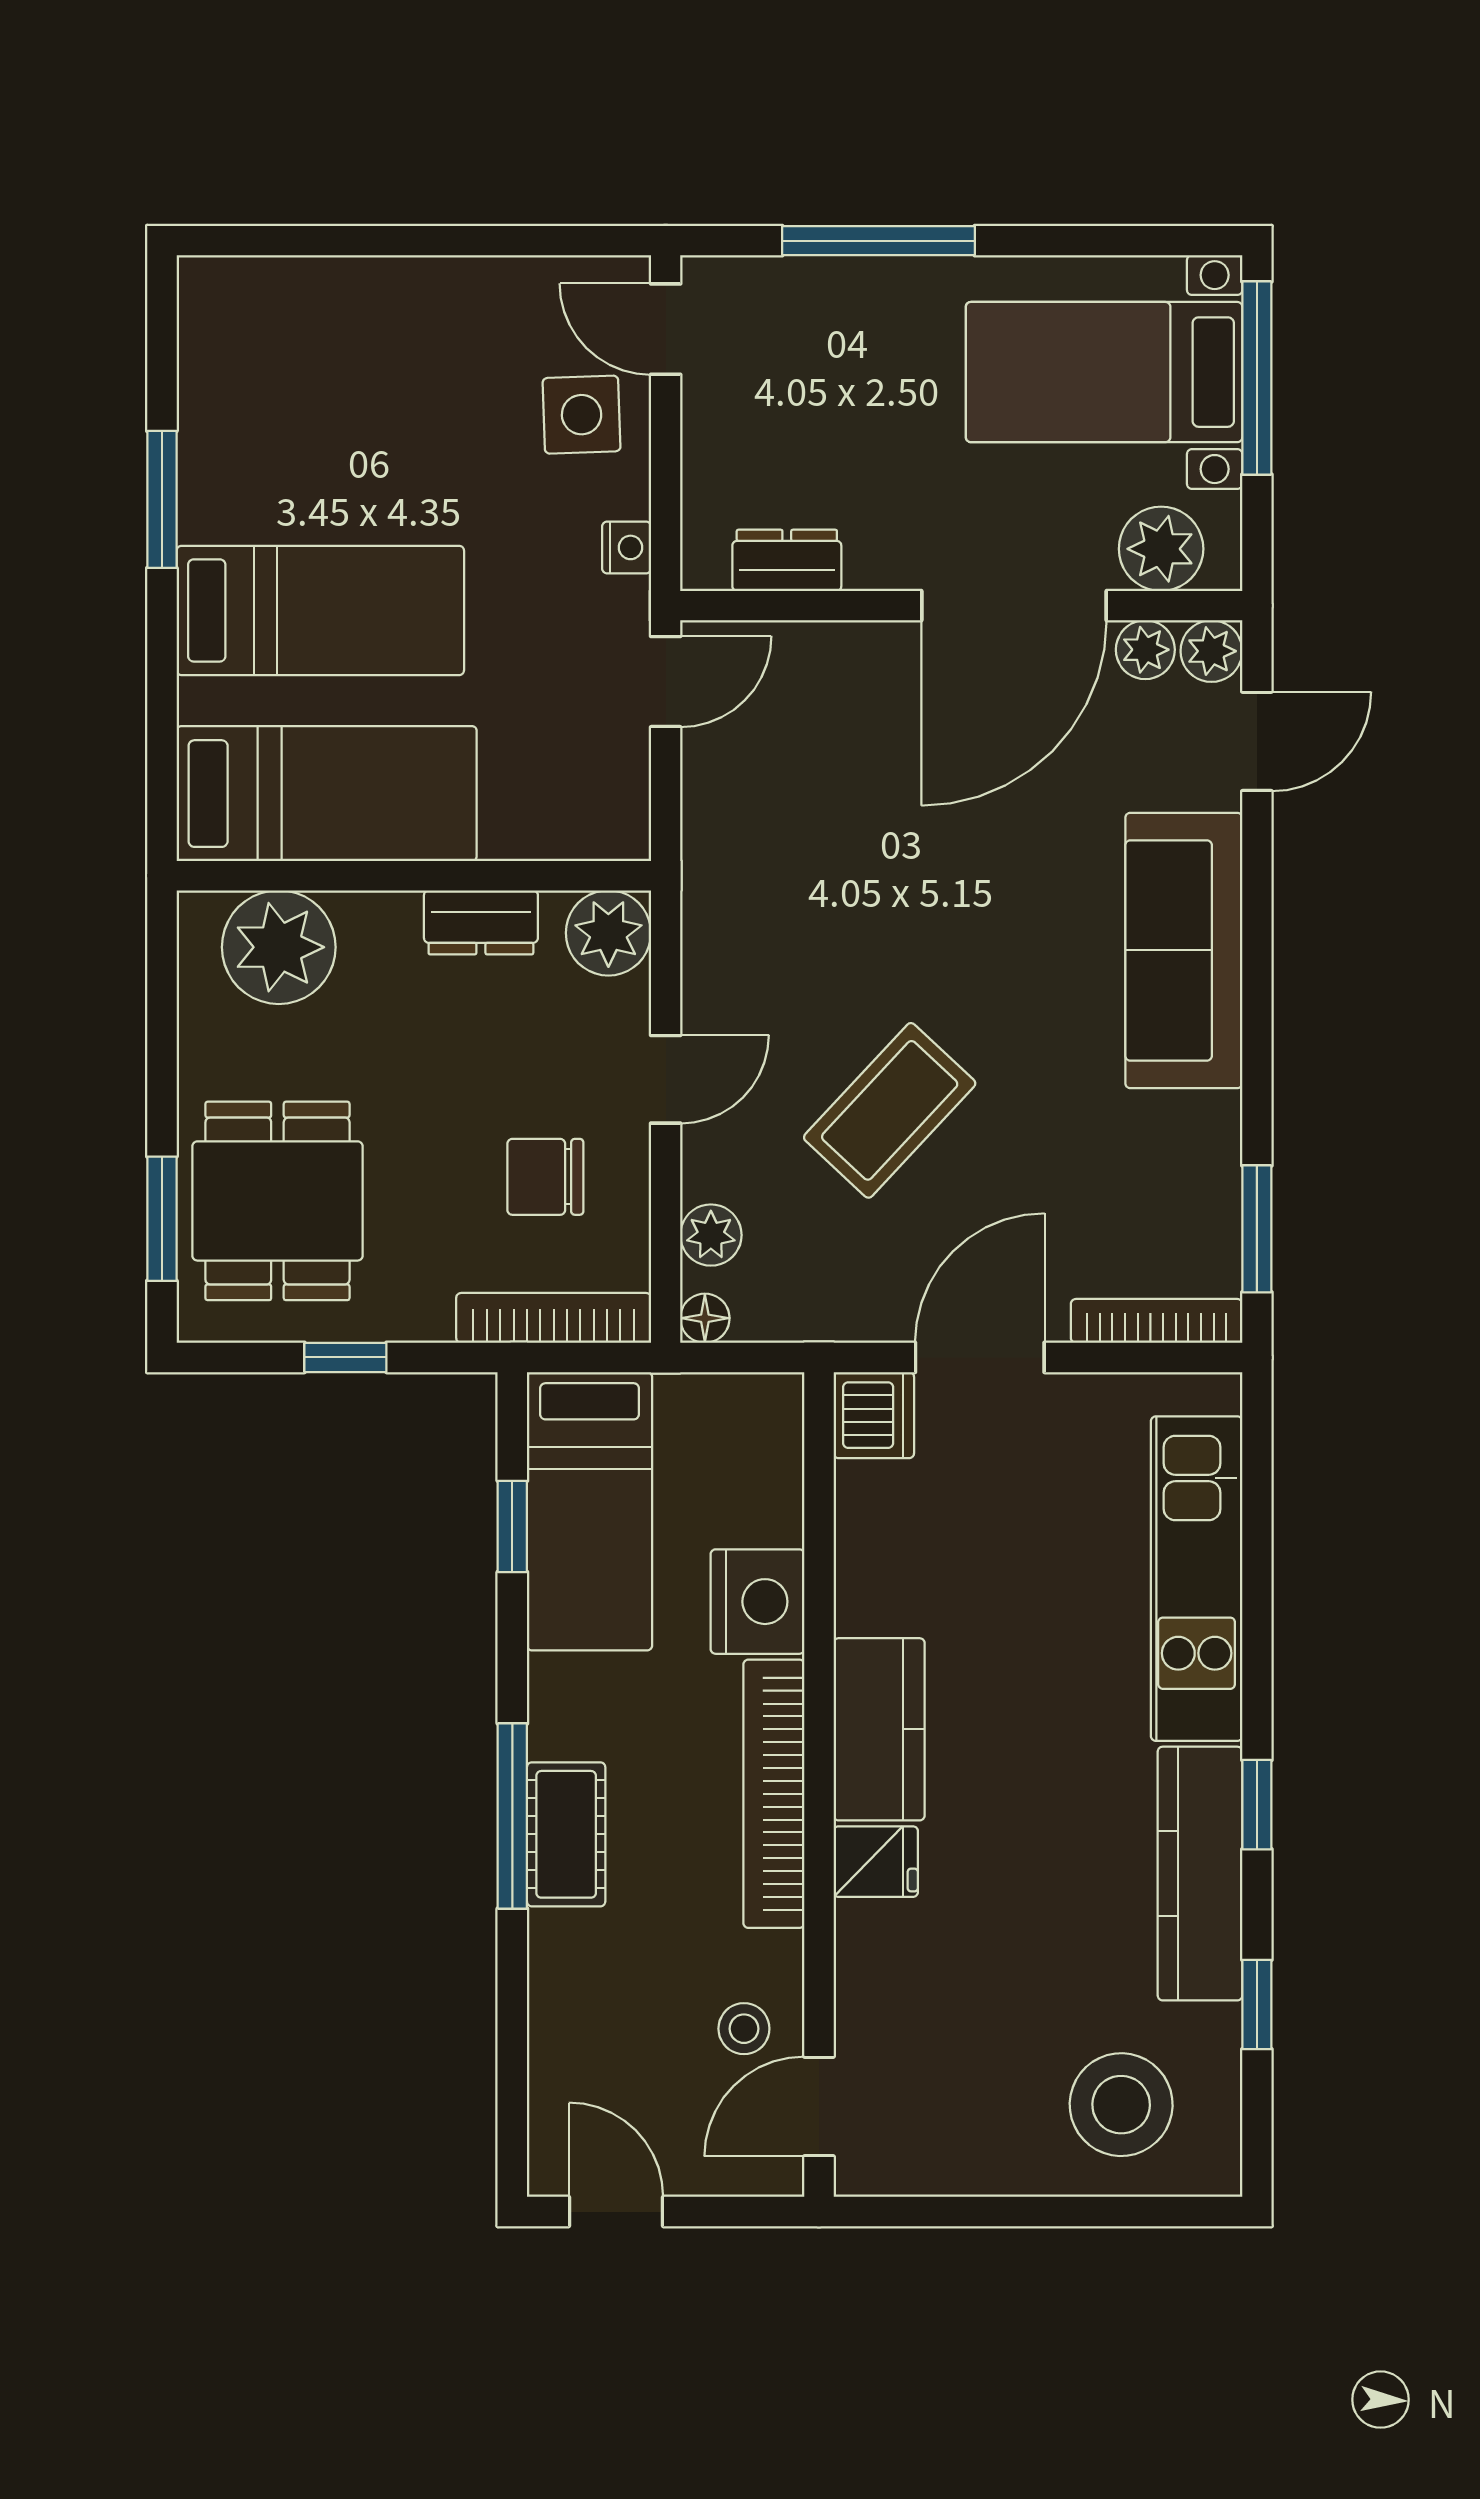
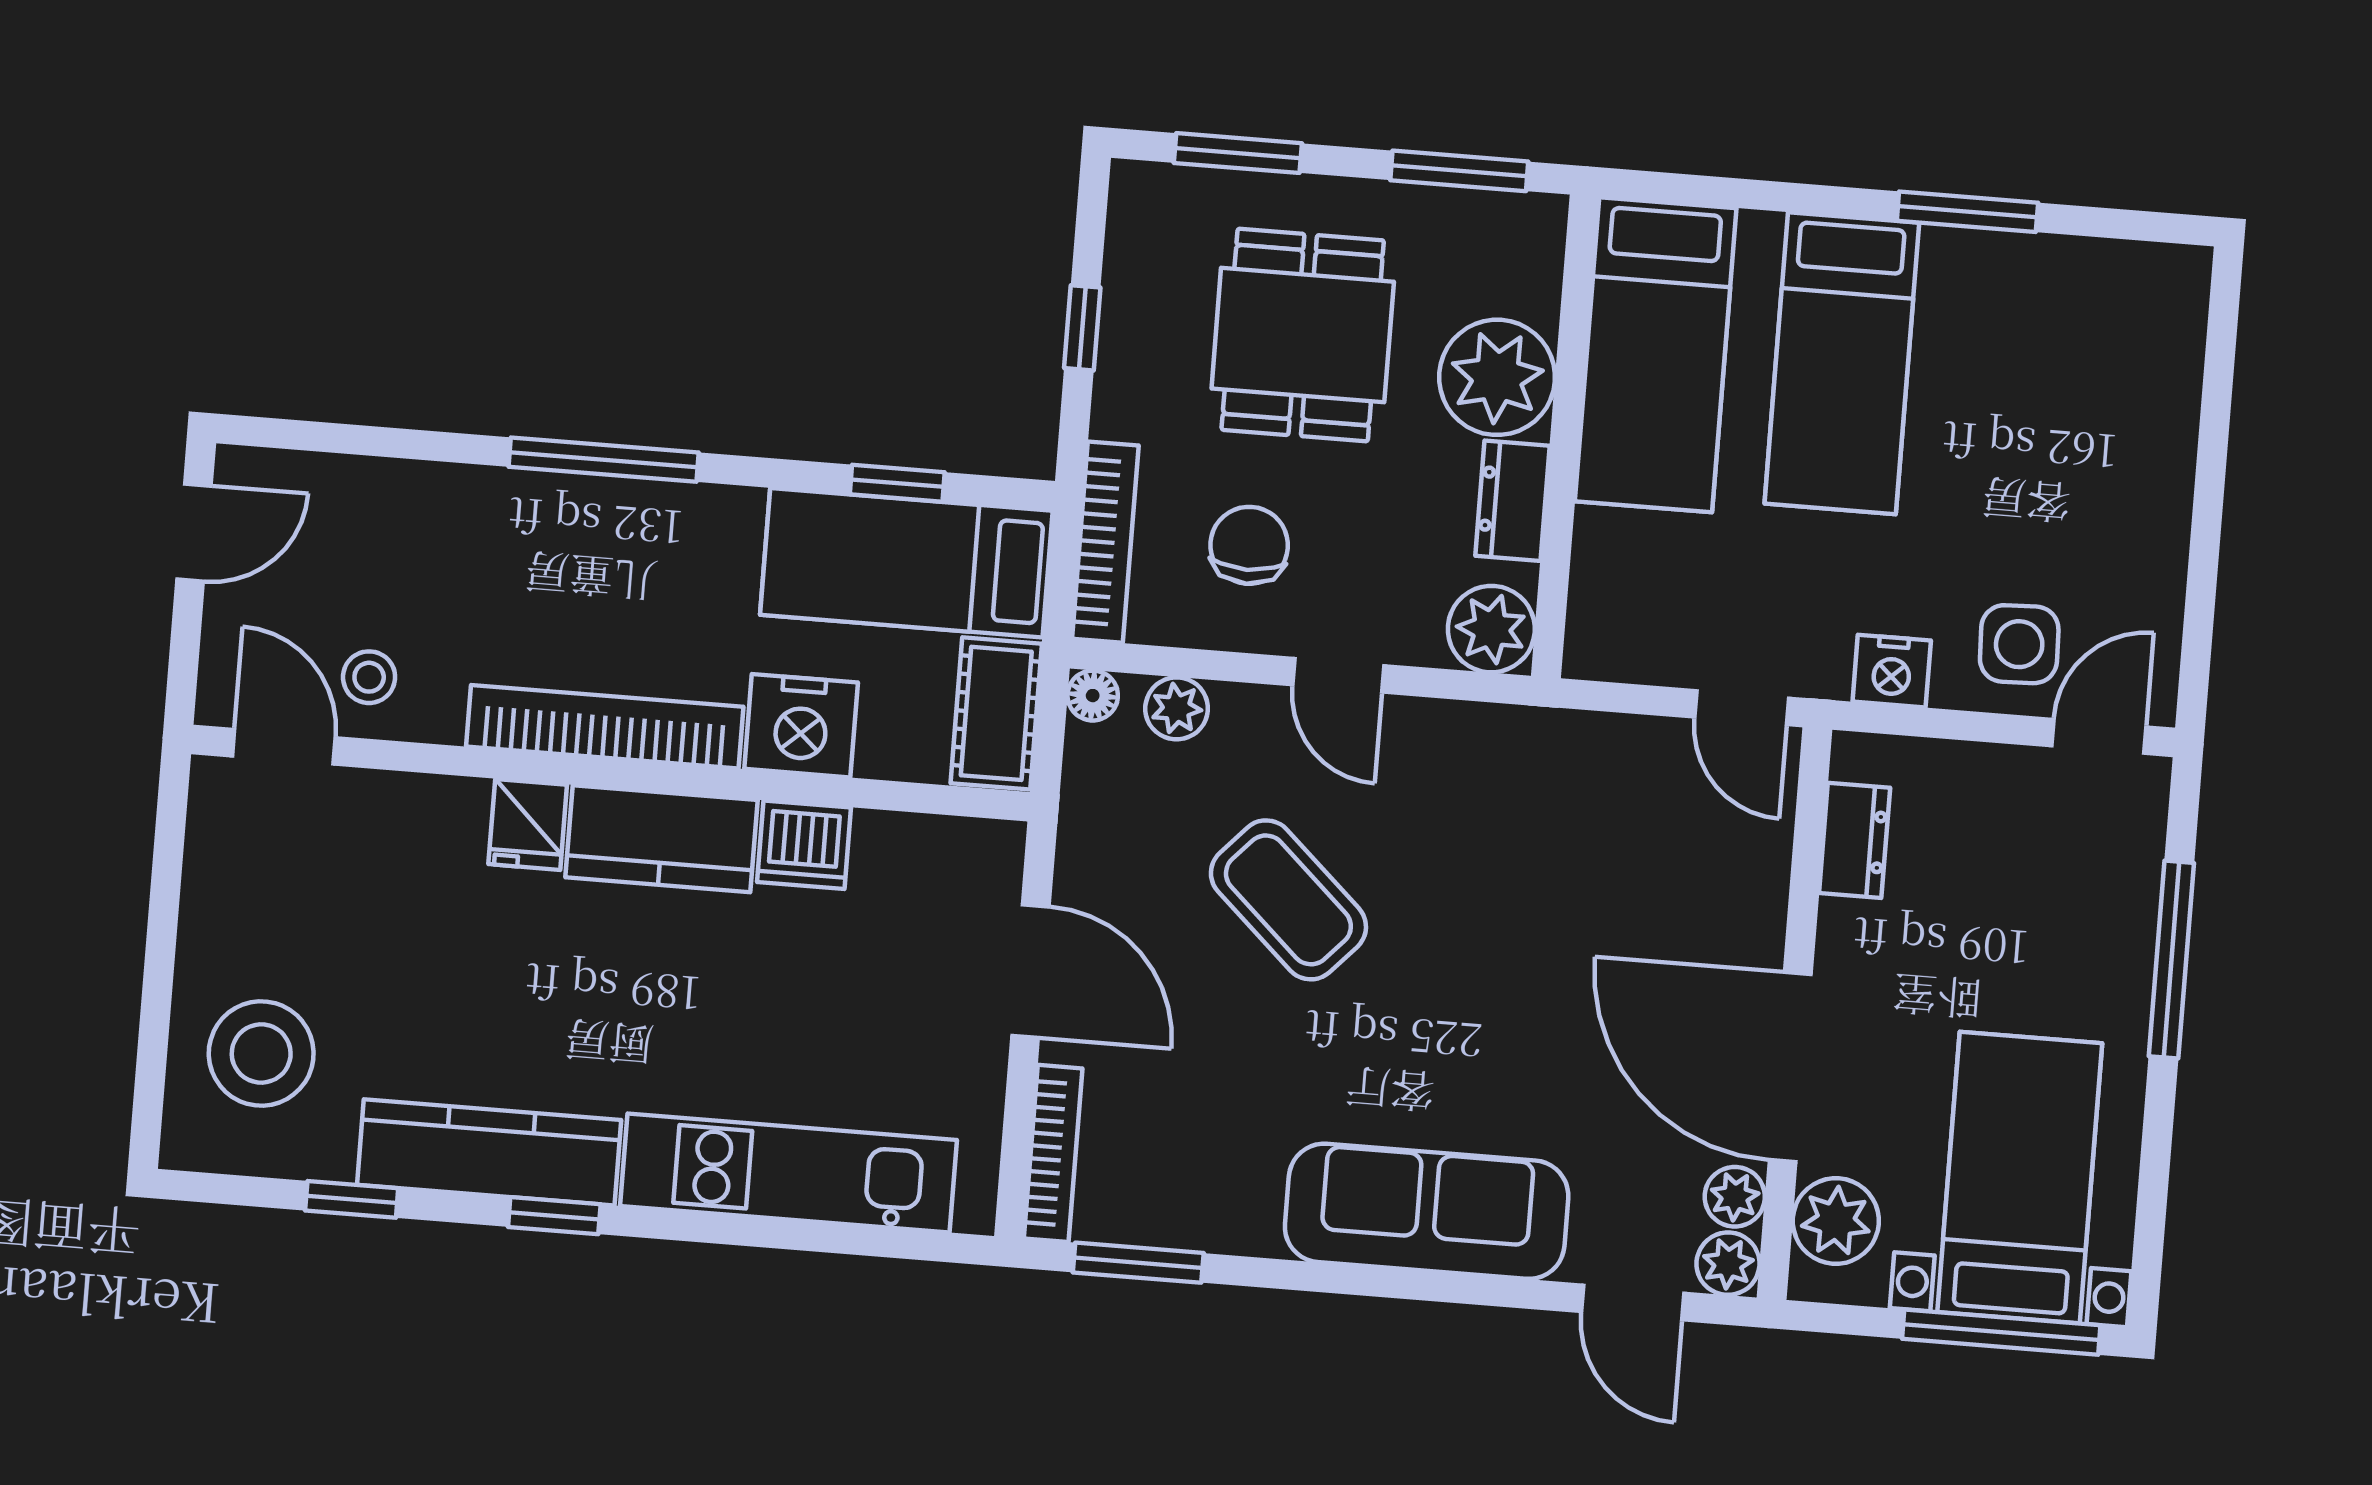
nightstand: (627, 547) -> (1892, 671), width x1.39, depth x1.35
plant: (279, 947) -> (1497, 377), moved
window: (162, 1000) -> (1459, 171), added
dining table: (277, 1201) -> (1303, 335), moved, turned 90
dishwasher: (874, 1415) -> (804, 845), moved
cot: (566, 1834) -> (996, 713), moved, turned 90

